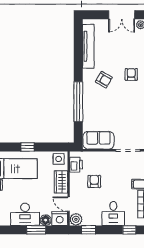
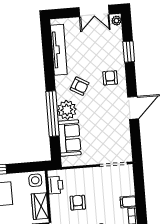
plant: (91, 100) -> (67, 110), added
sofa: (98, 140) -> (70, 138), moved, turned 90

